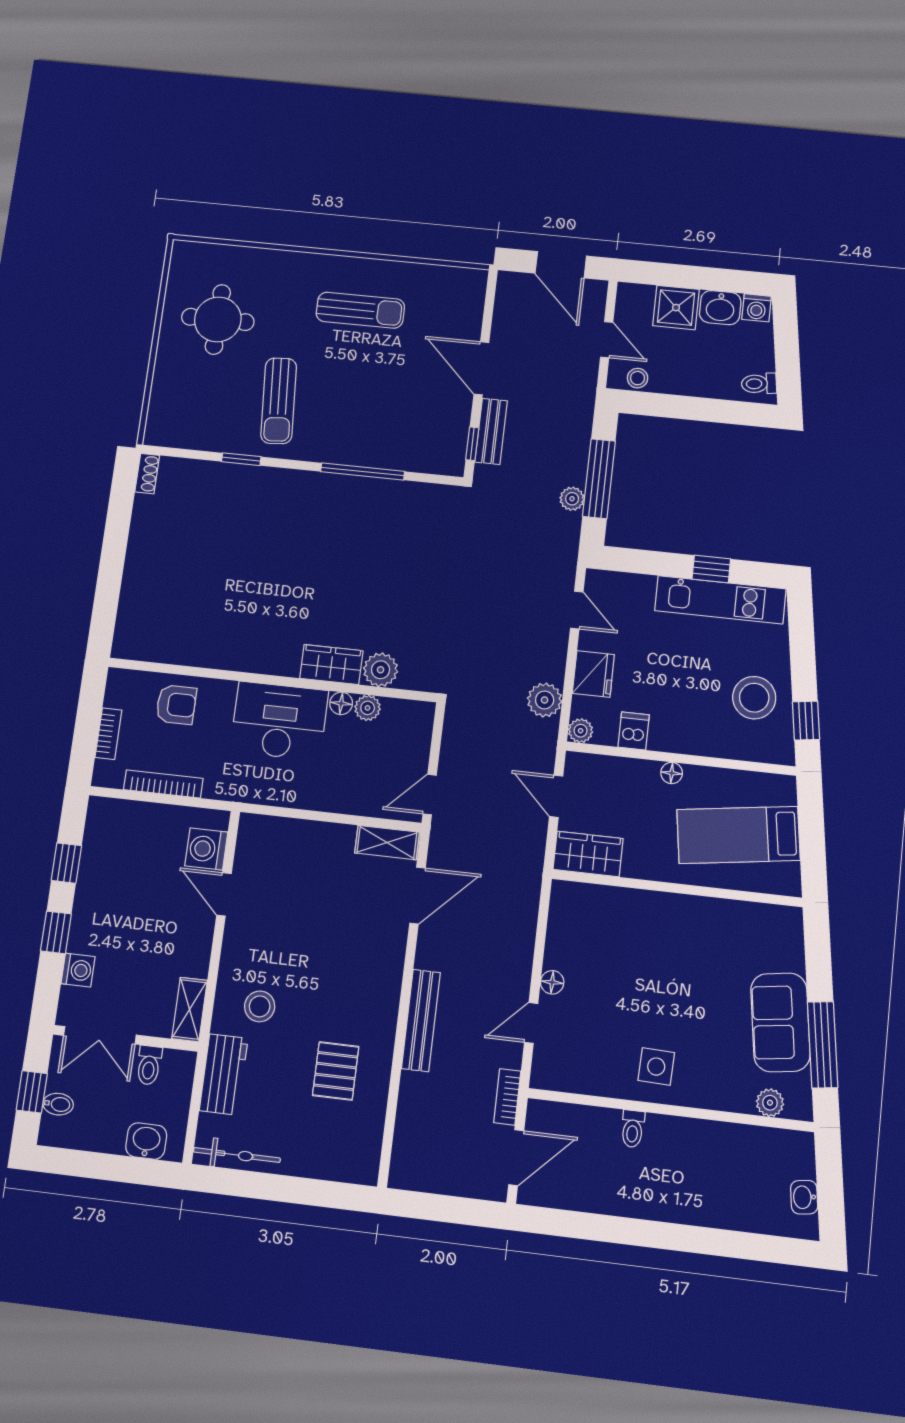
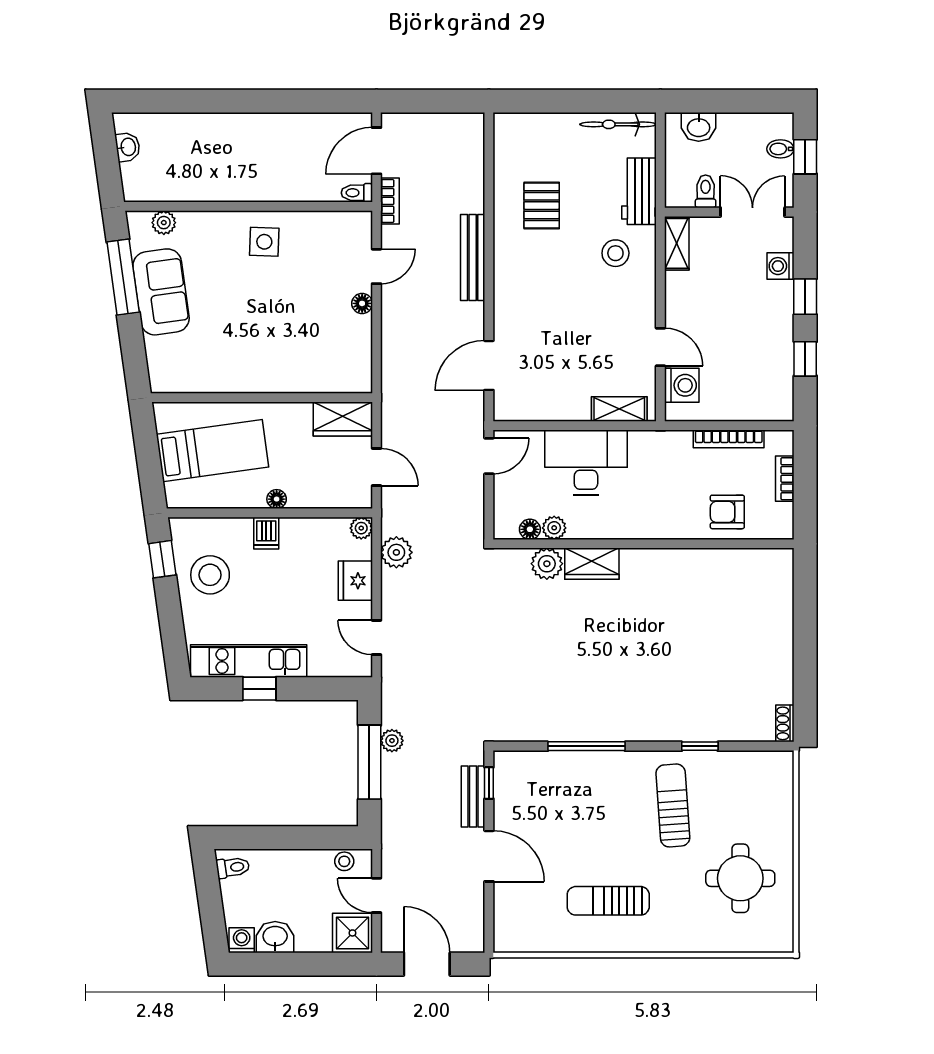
shower: (676, 308) -> (352, 933), moved
floor lamp: (341, 703) -> (530, 529), moved
desk: (279, 721) -> (586, 462), moved, turned 180
dishwasher: (634, 731) -> (266, 533), moved
shelving: (387, 843) -> (619, 409), moved
toilet: (633, 1129) -> (357, 193), moved, turned -90

